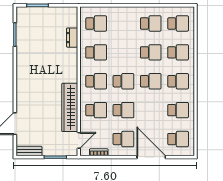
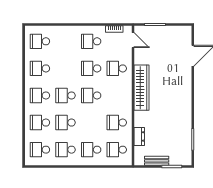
school desk: (96, 81) -> (91, 150), moved
wardrobe: (70, 107) -> (142, 88), moved
door: (79, 140) -> (133, 40), swing flipped
bench: (29, 151) -> (157, 161), moved
door: (151, 157) -> (65, 24), removed

